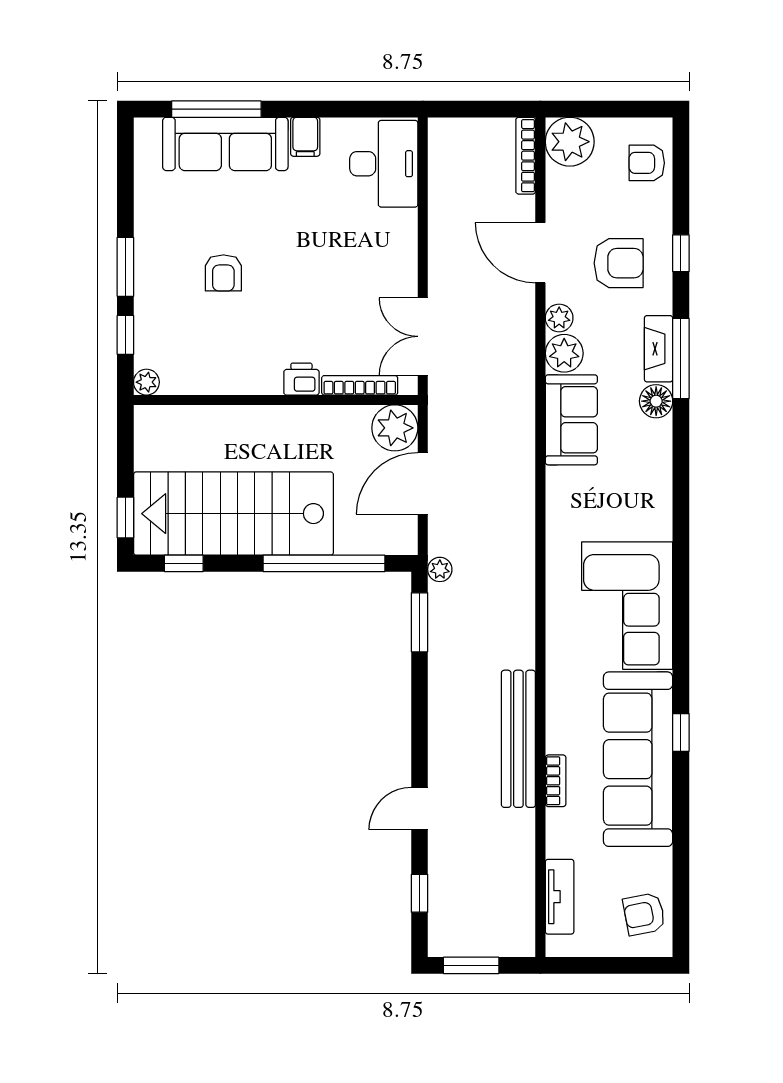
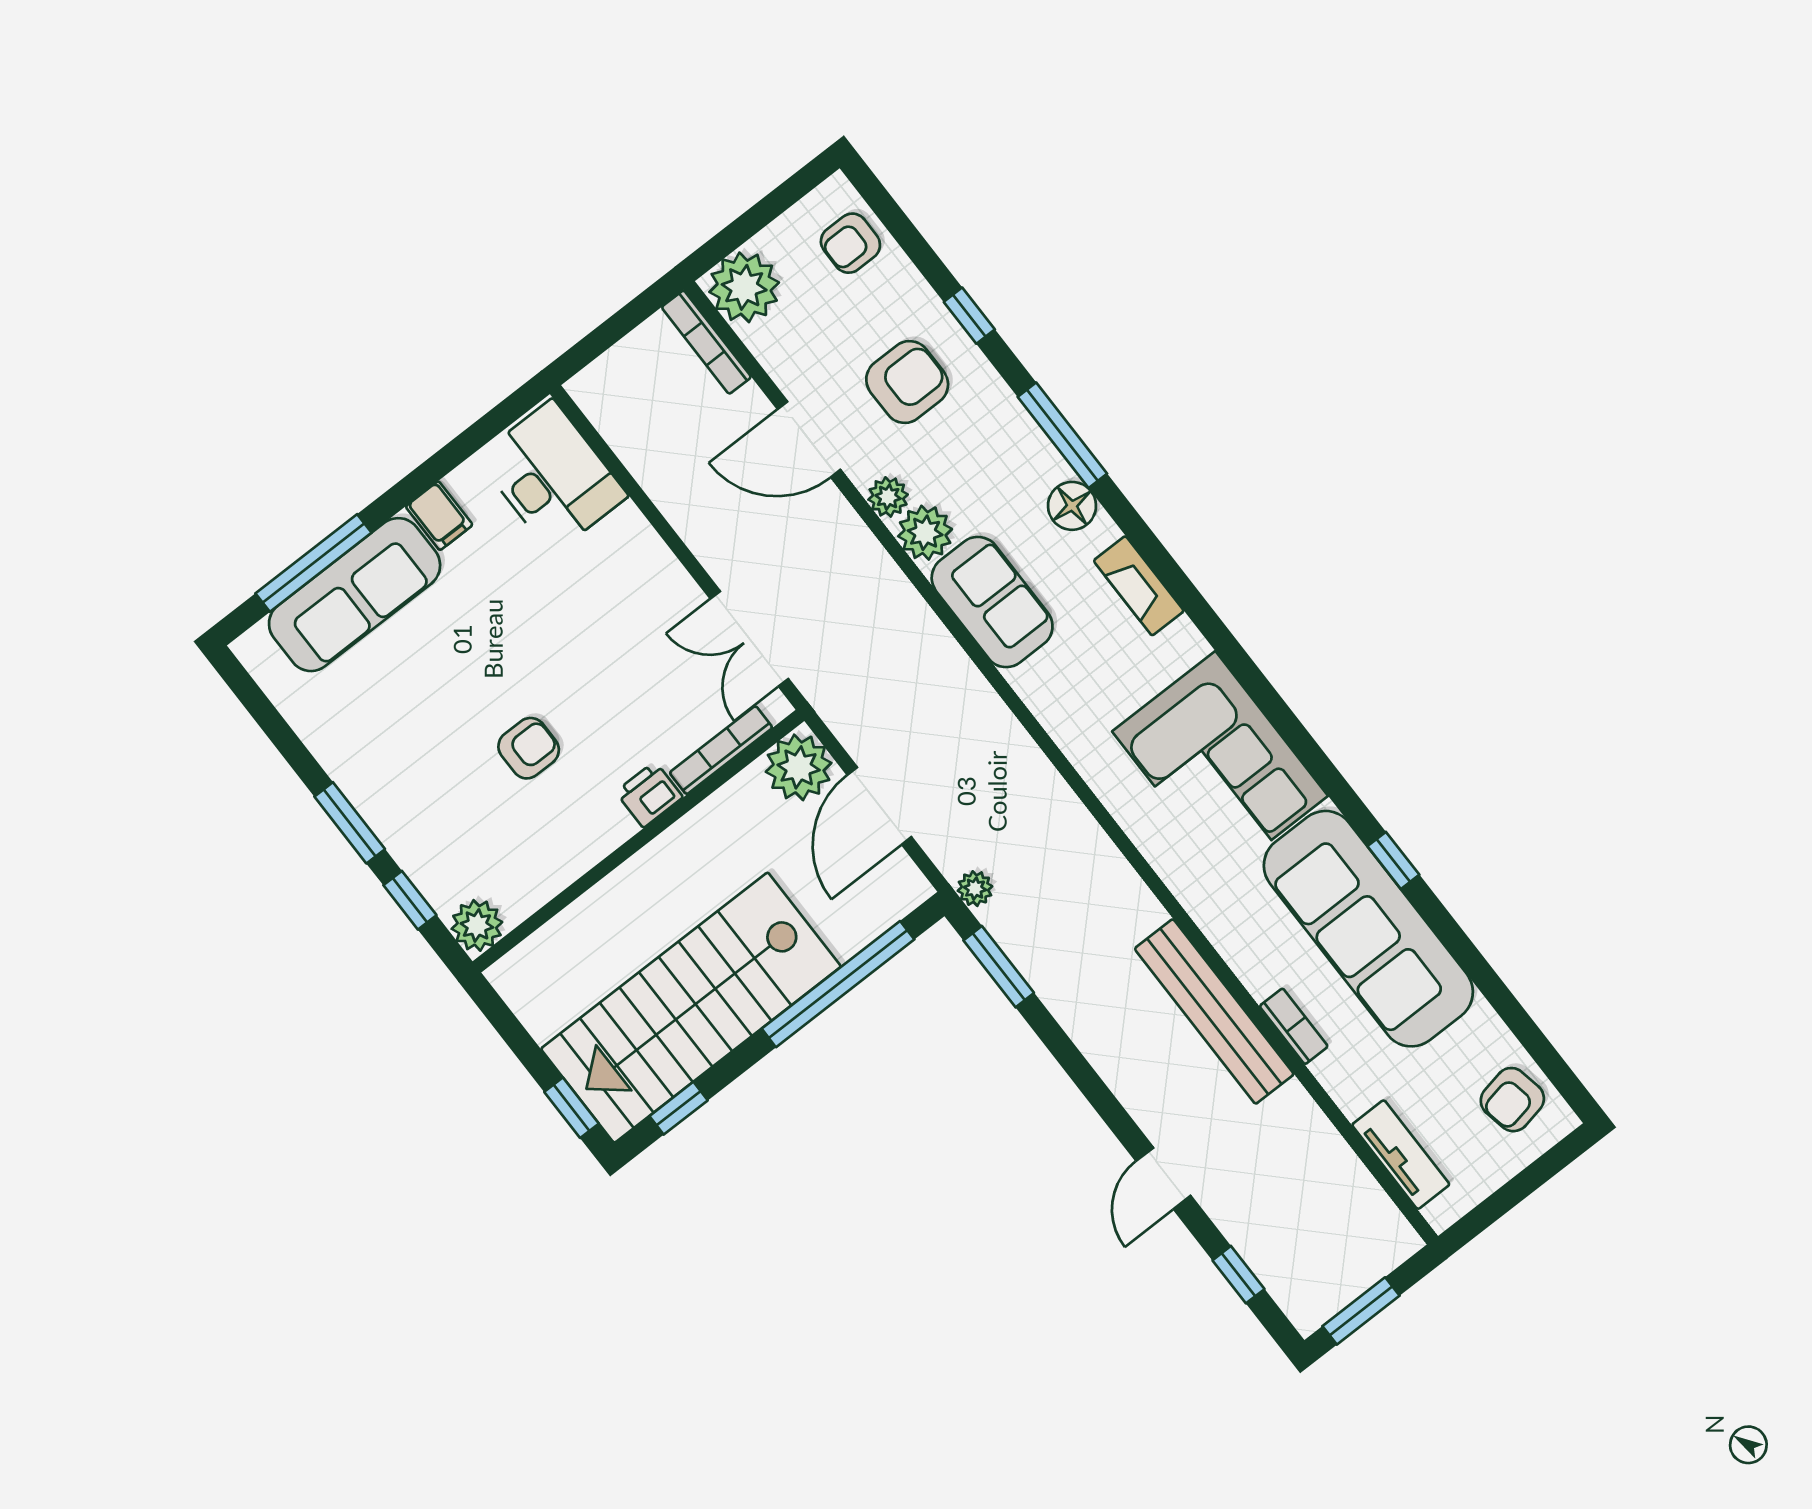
armchair: (223, 273) -> (529, 748), moved, turned -90
fireplace: (659, 349) -> (1139, 586), moved
plant: (146, 382) -> (477, 925), width x1.38, depth x1.38

